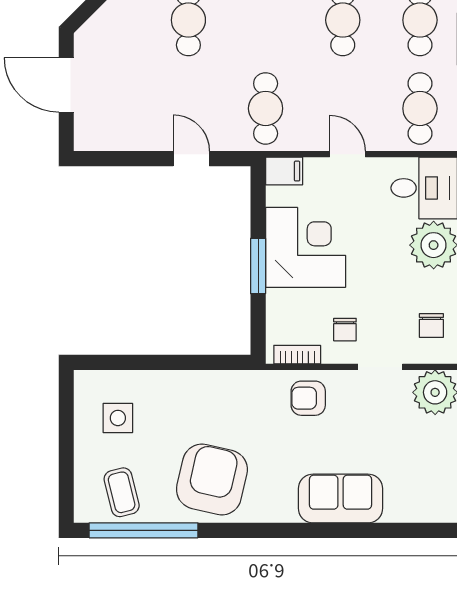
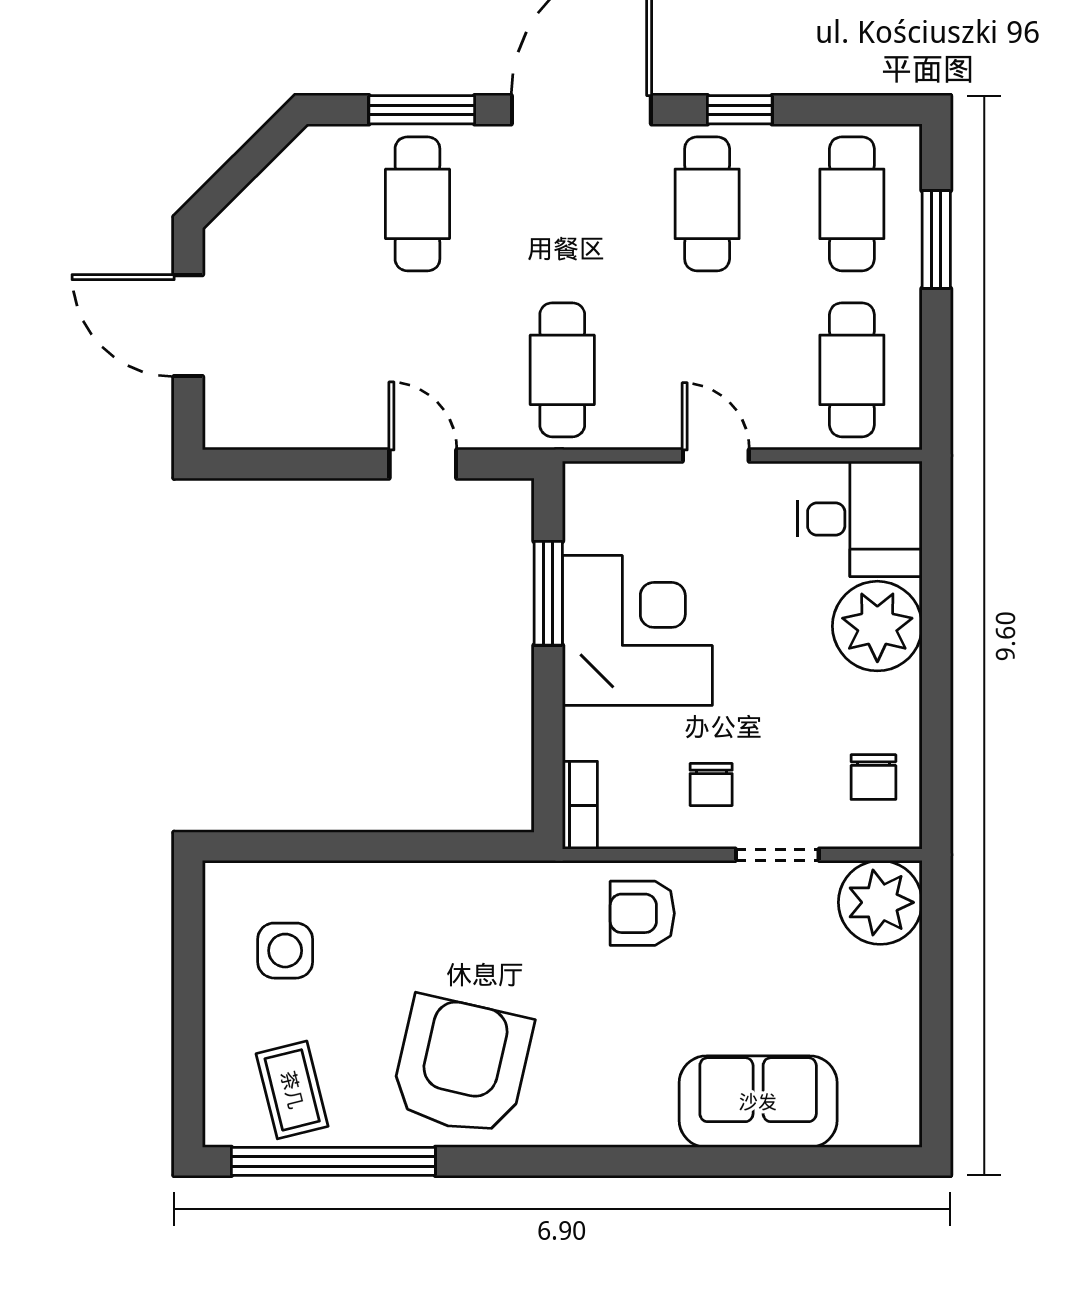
filing cabinet: (284, 171) -> (597, 487), removed
window: (258, 266) -> (548, 593), moved
bookcase: (297, 355) -> (580, 805), moved, turned 90
sofa: (341, 498) -> (758, 1102), moved

